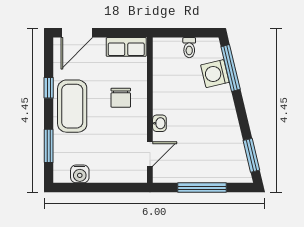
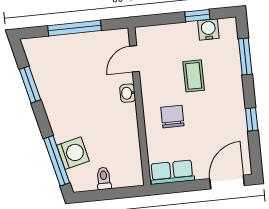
coffee table: (72, 106) -> (194, 76), moved, width x0.54, depth x0.58
window: (251, 155) -> (30, 85), moved
window: (89, 188) -> (197, 16), added

